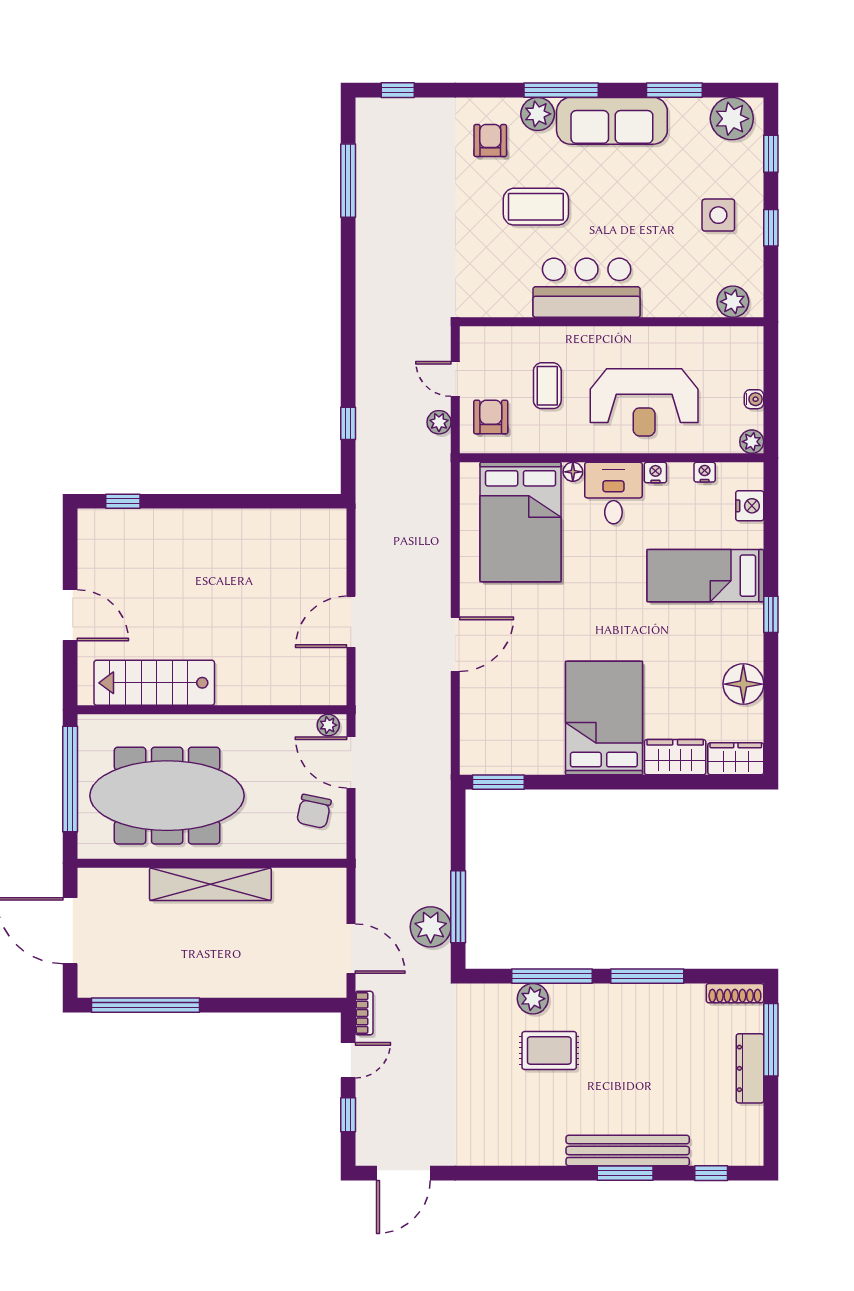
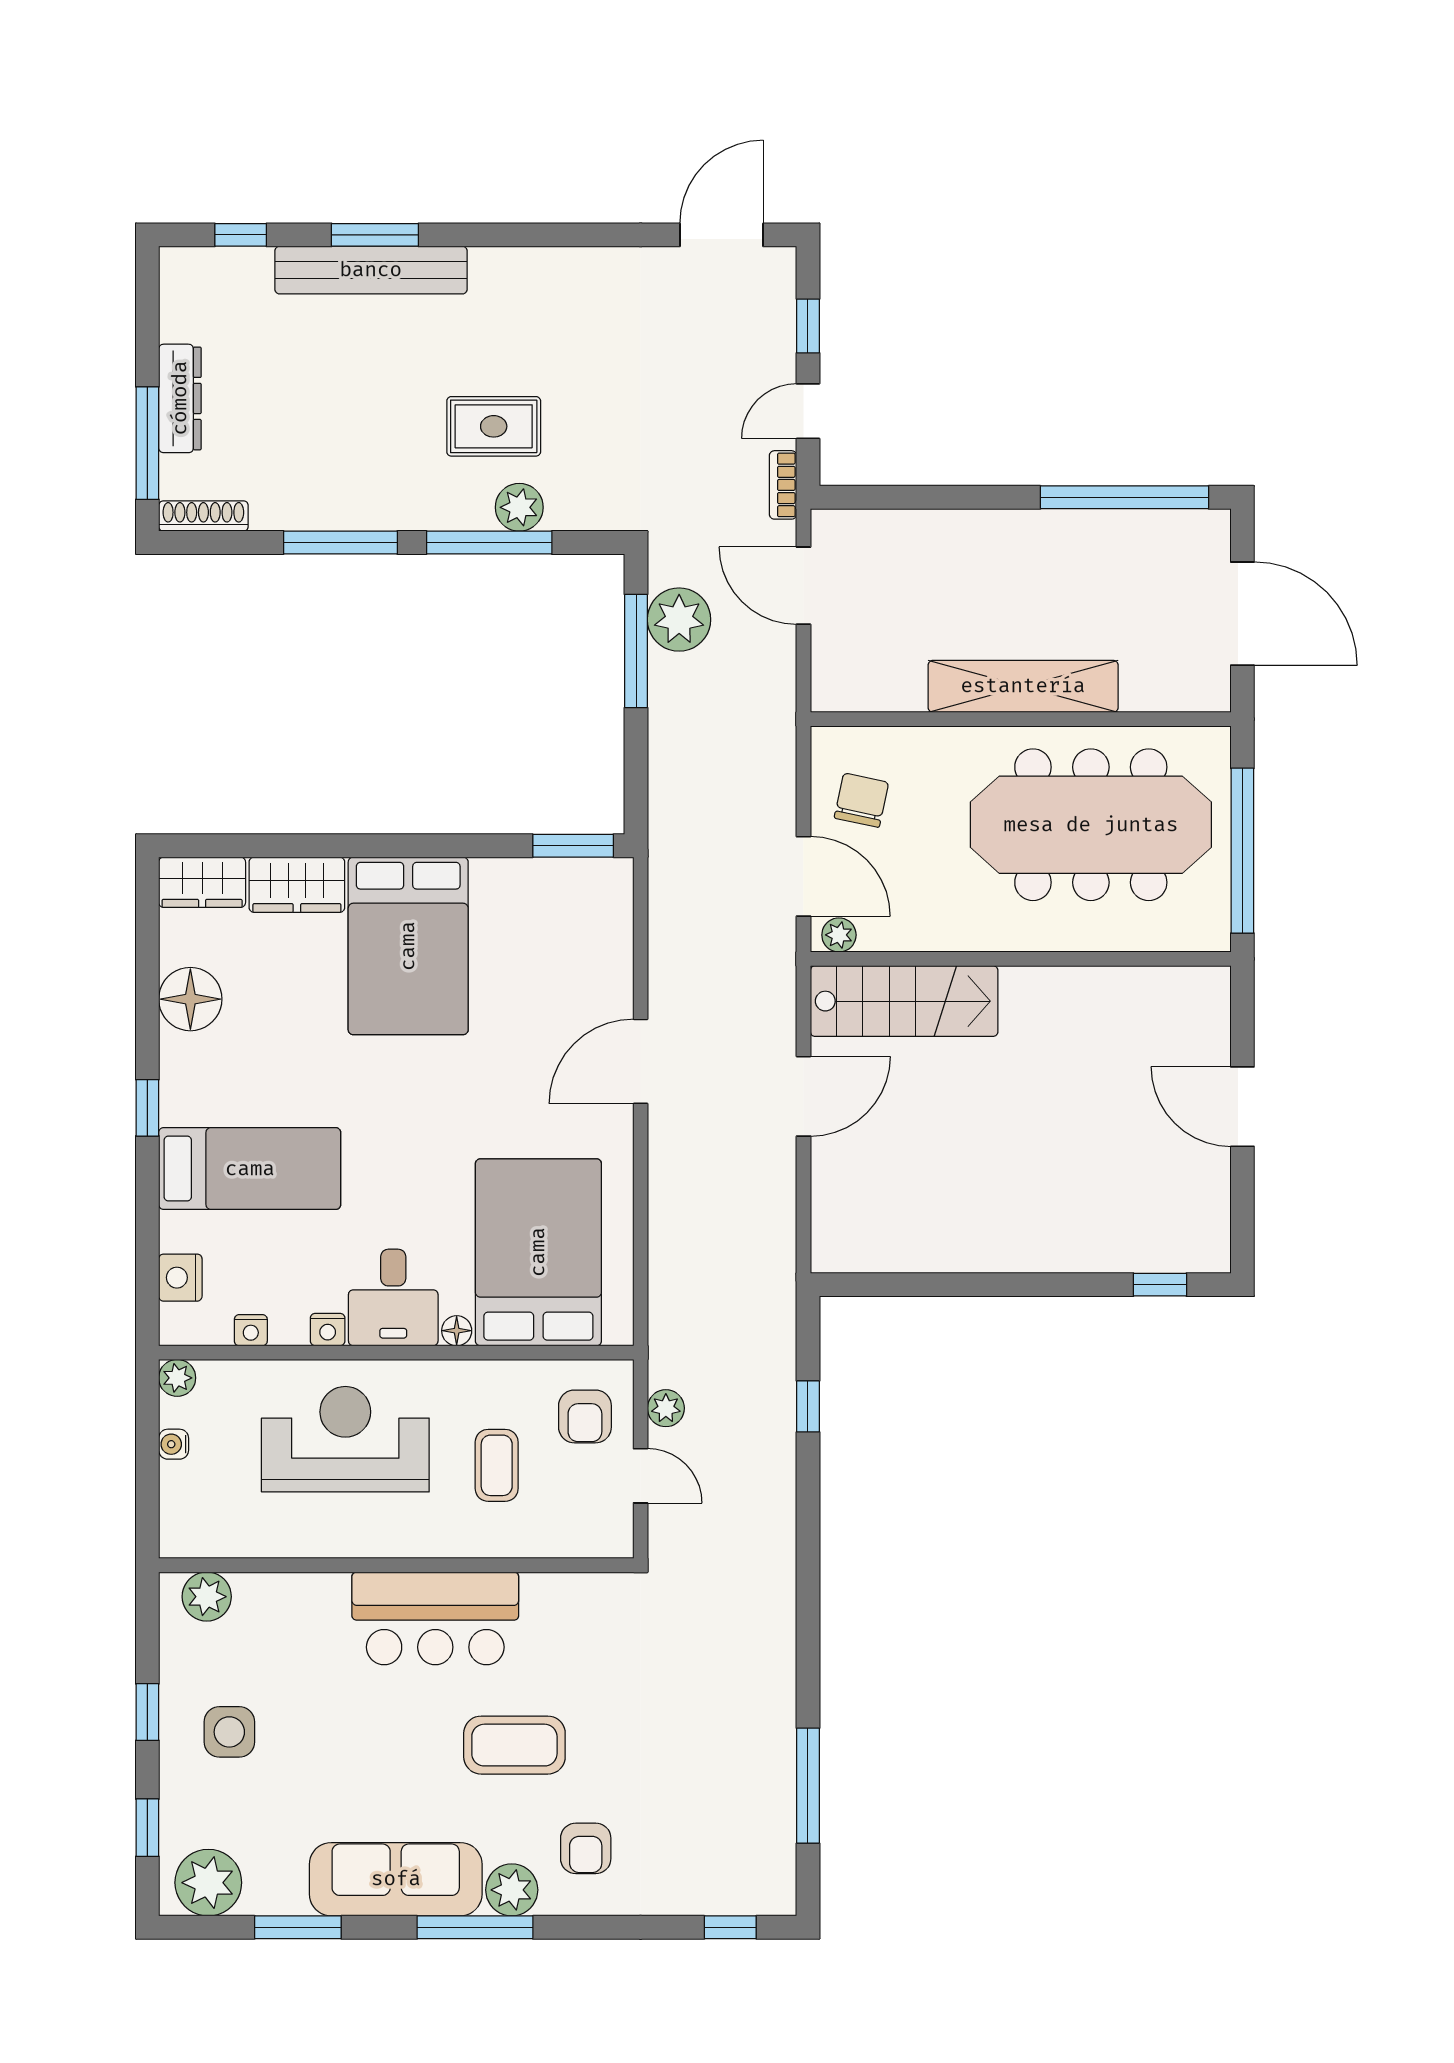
stairs: (154, 683) -> (904, 1001), moved

